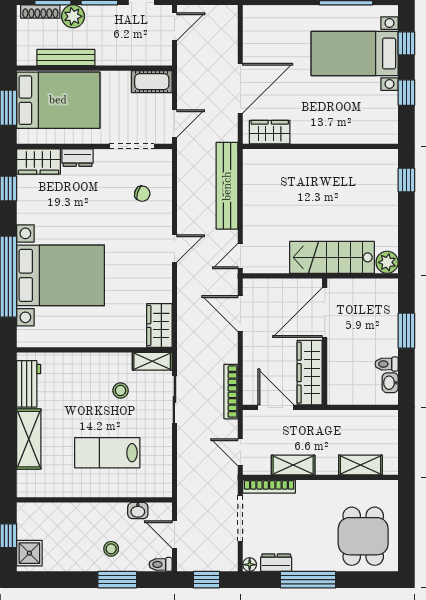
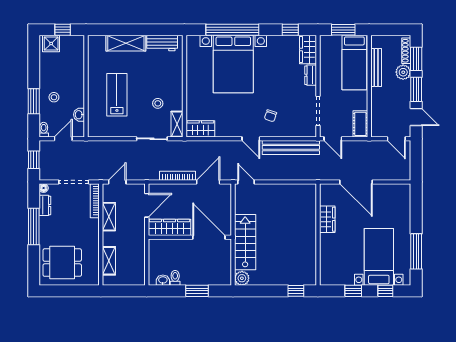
bed: (58, 100) -> (354, 63), width x0.67
wardrobe: (270, 132) -> (327, 219), moved
bench: (227, 186) -> (291, 147), moved
chair: (142, 194) -> (270, 116), moved
bookcase: (231, 392) -> (178, 176), moved

